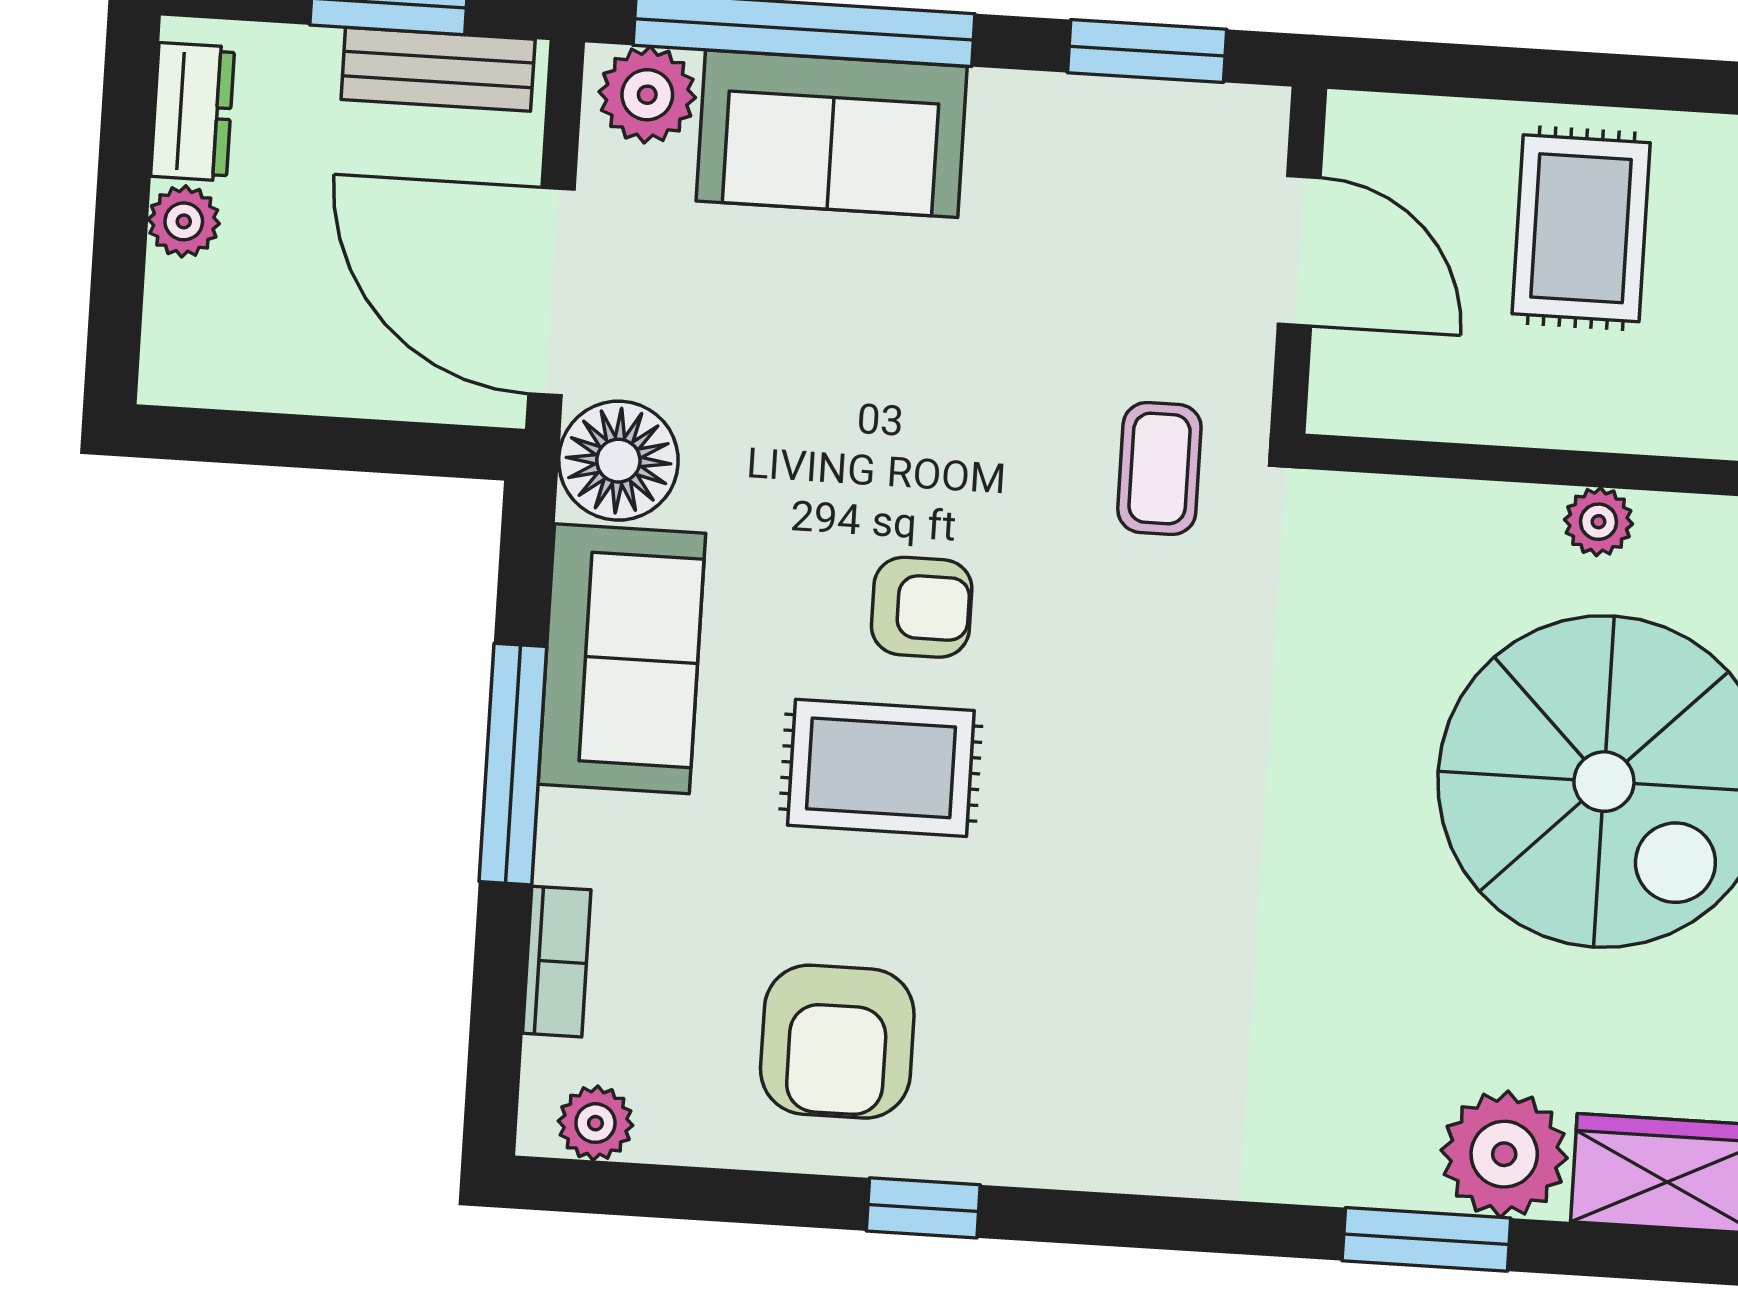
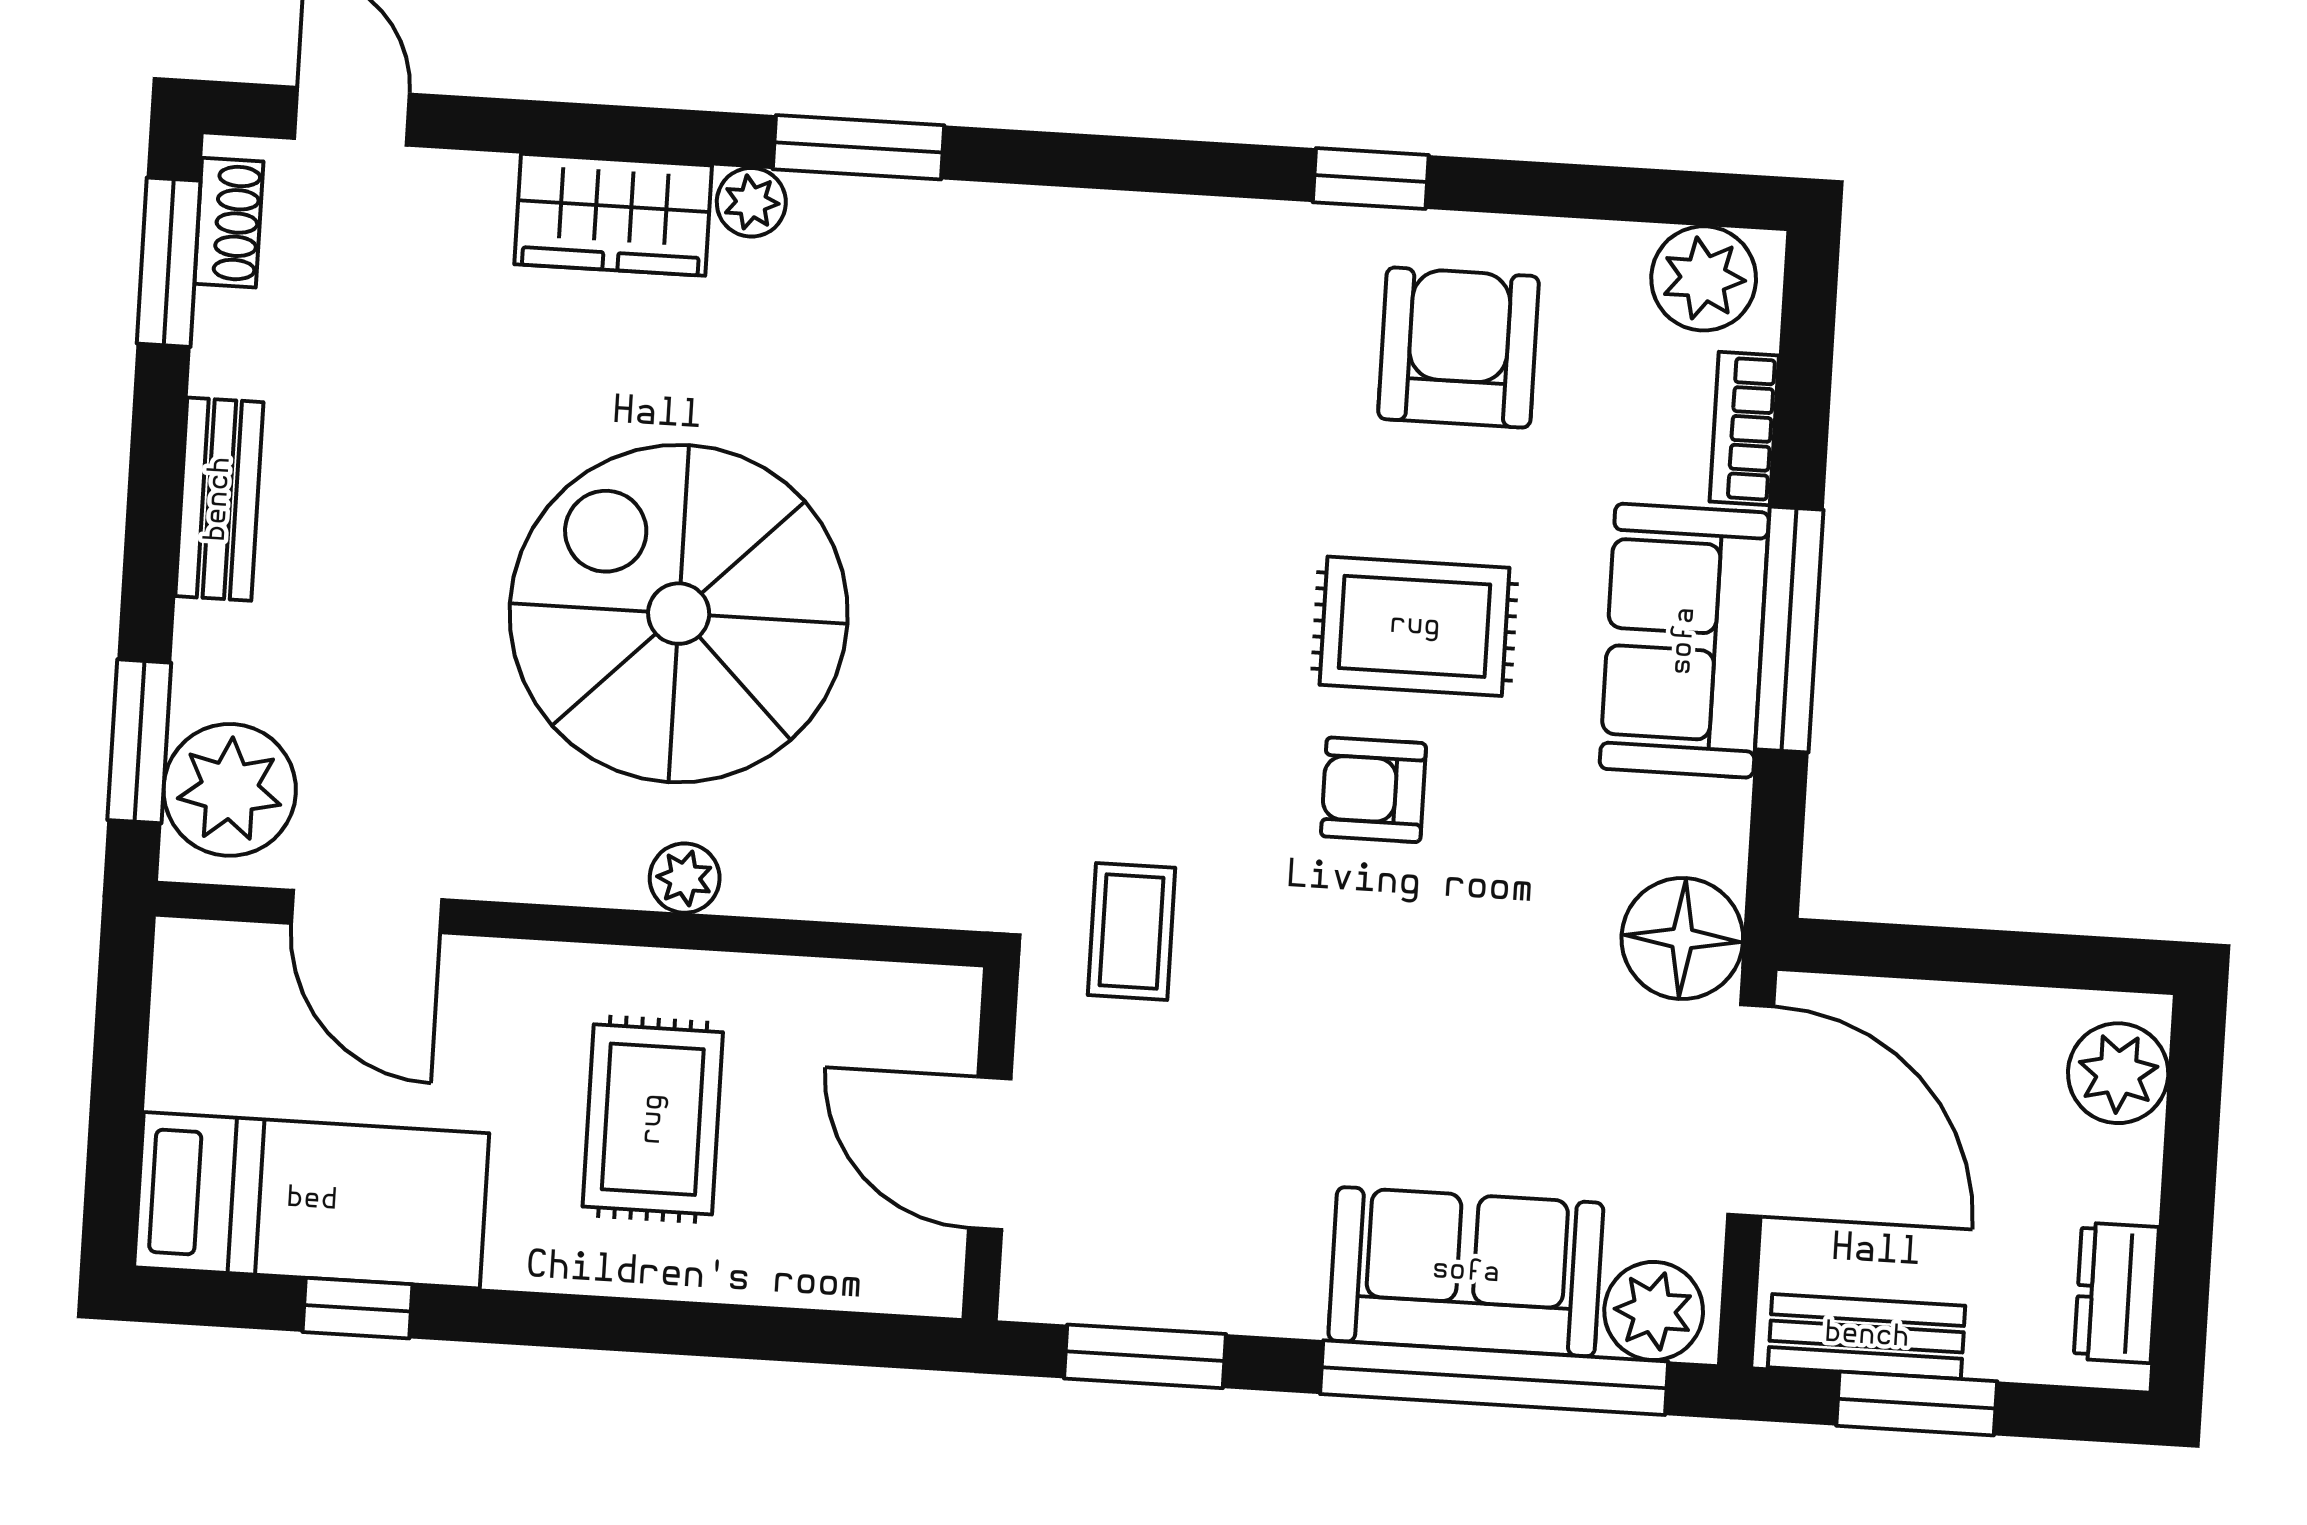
plant: (184, 221) -> (2118, 1073), moved, width x1.38, depth x1.38
rug: (1581, 228) -> (653, 1119), moved
sofa: (622, 659) -> (1684, 641), moved
plant: (595, 1123) -> (1704, 278), width x1.38, depth x1.38
plant: (1504, 1154) -> (751, 202), width x0.53, depth x0.53

